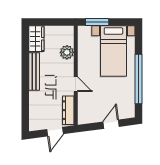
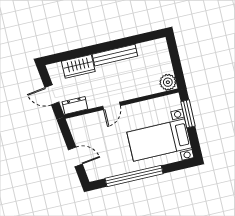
wardrobe: (36, 39) -> (78, 66), moved
plant: (67, 52) -> (168, 82), moved
dresser: (68, 110) -> (75, 105), width x0.70

